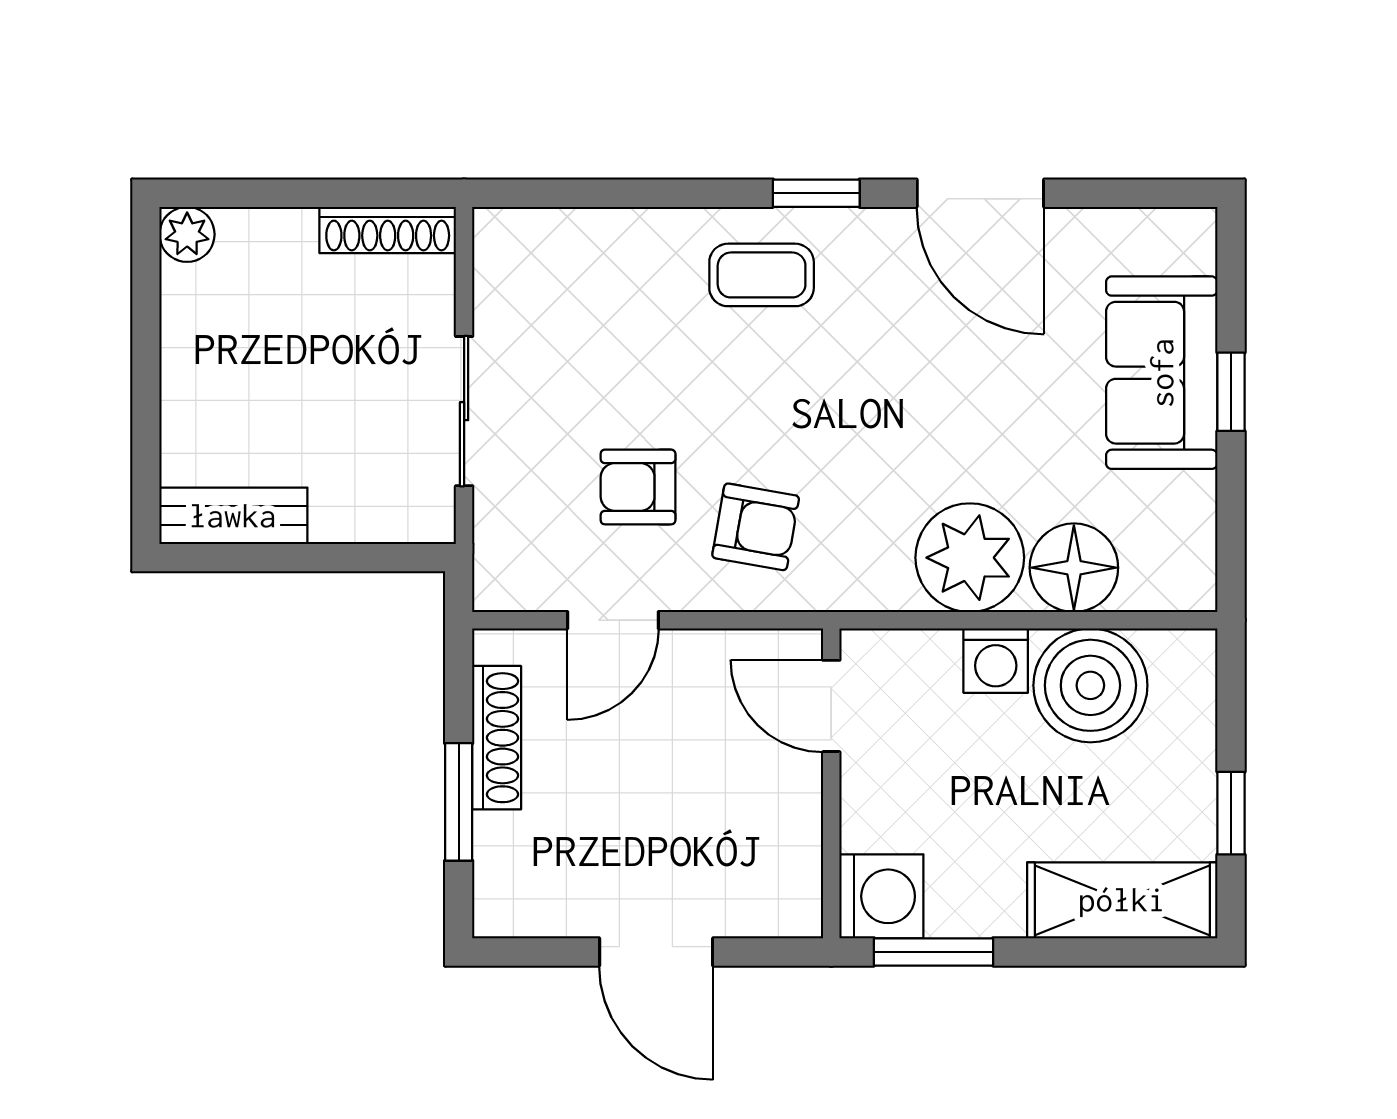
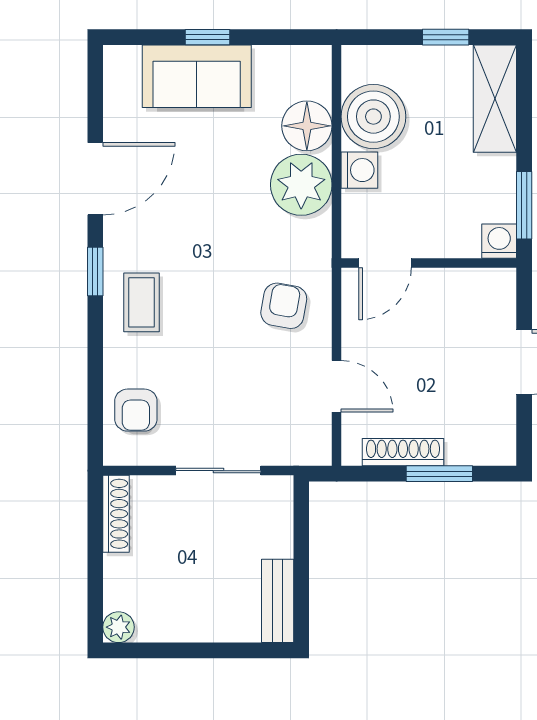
armchair: (638, 487) -> (136, 410), moved
washing machine: (881, 896) -> (499, 241), width x0.73, depth x0.73

